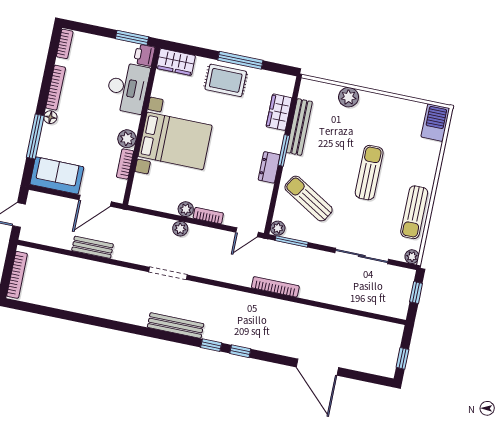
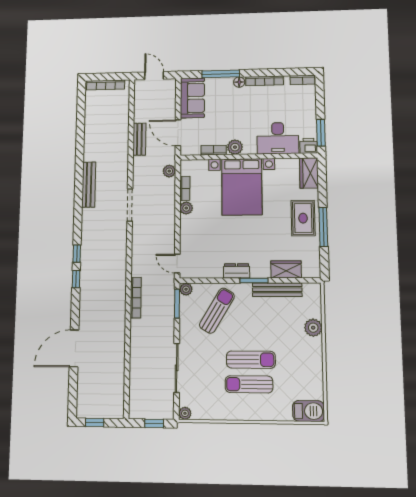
sun lounger: (414, 212) -> (249, 384), moved
bookcase: (208, 216) -> (185, 188), moved
plant: (180, 229) -> (169, 171), moved
bench: (176, 325) -> (89, 185), moved

